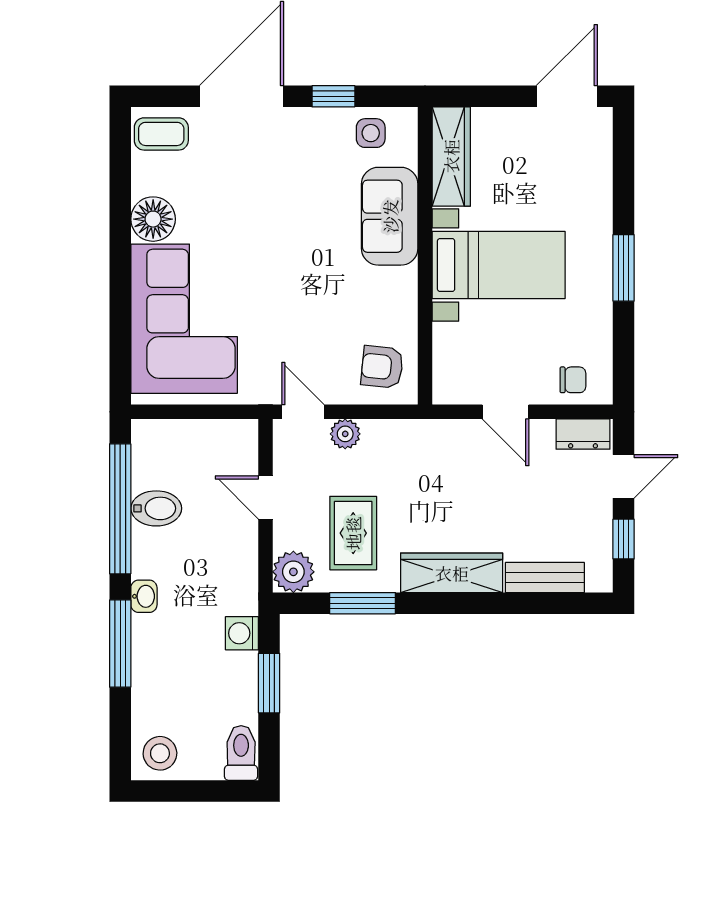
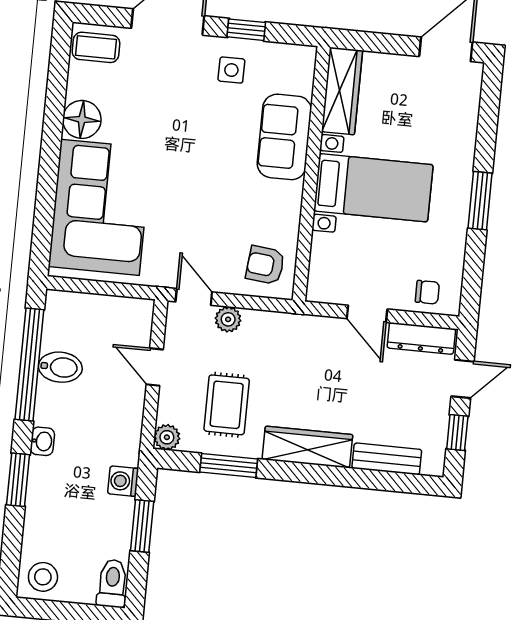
side table: (371, 133) -> (231, 70), moved
dresser: (583, 434) -> (421, 338), width x1.44
plant: (293, 572) -> (167, 437), width x0.73, depth x0.73
window: (120, 644) -> (18, 480), width x0.69

